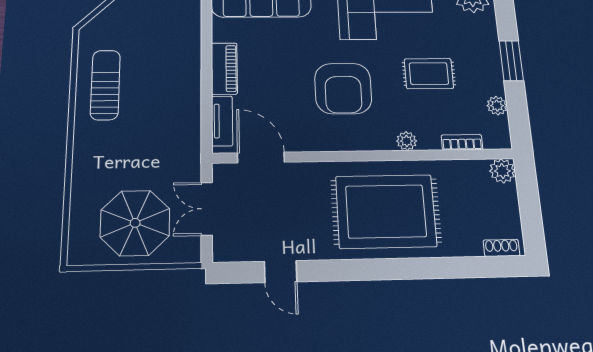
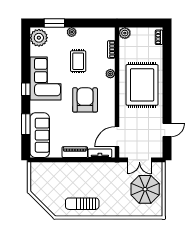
window: (511, 61) -> (54, 23), moved
armchair: (343, 89) -> (85, 100), turned -90
plant: (497, 106) -> (72, 32), moved

